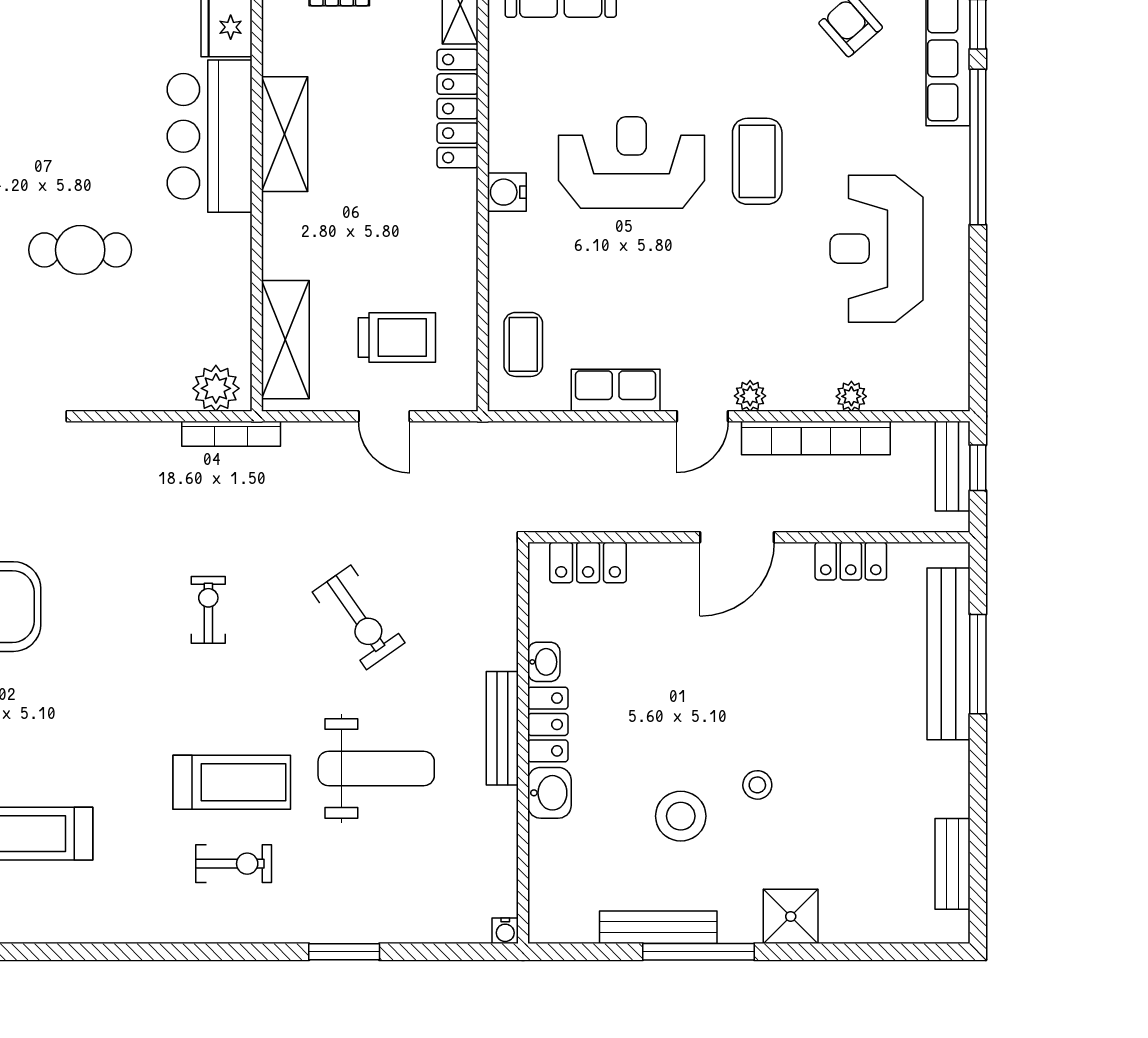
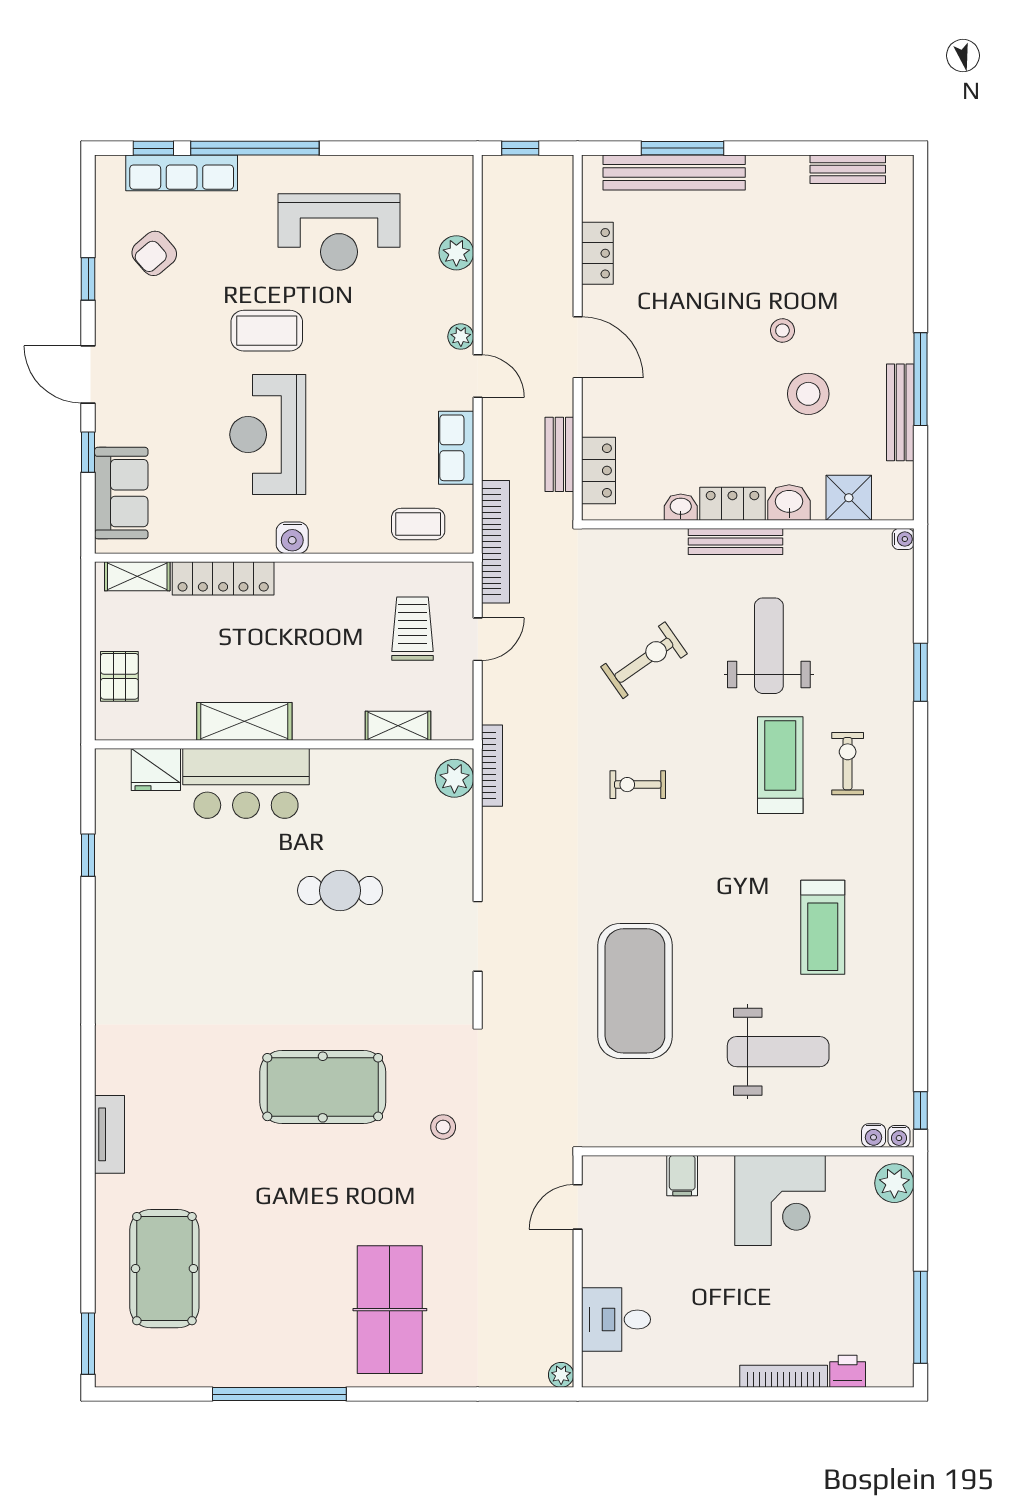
cafe table: (80, 250) -> (340, 891), turned 90
shelving: (285, 340) -> (398, 726), width x0.67, depth x0.75
plant: (851, 396) -> (456, 253), width x1.38, depth x1.38
bookcase: (816, 438) -> (496, 542), moved
bench: (953, 466) -> (559, 454), moved, turned 90
shower: (791, 916) -> (849, 498), moved

